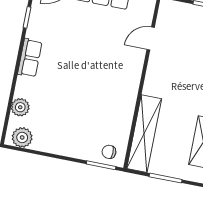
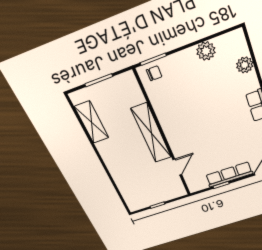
shelving: (144, 134) -> (151, 133), moved
plant: (22, 137) -> (206, 51), moved

